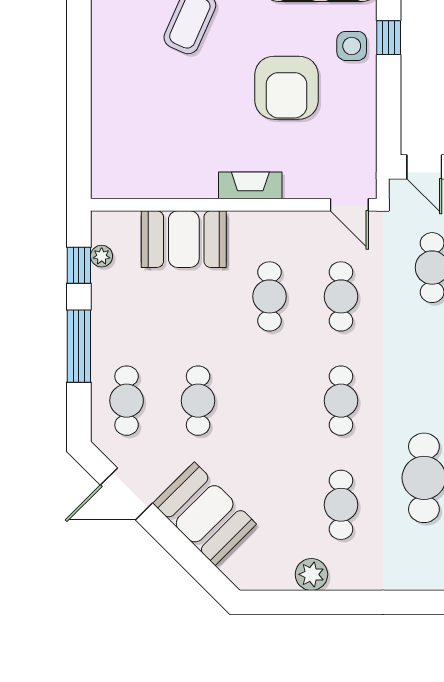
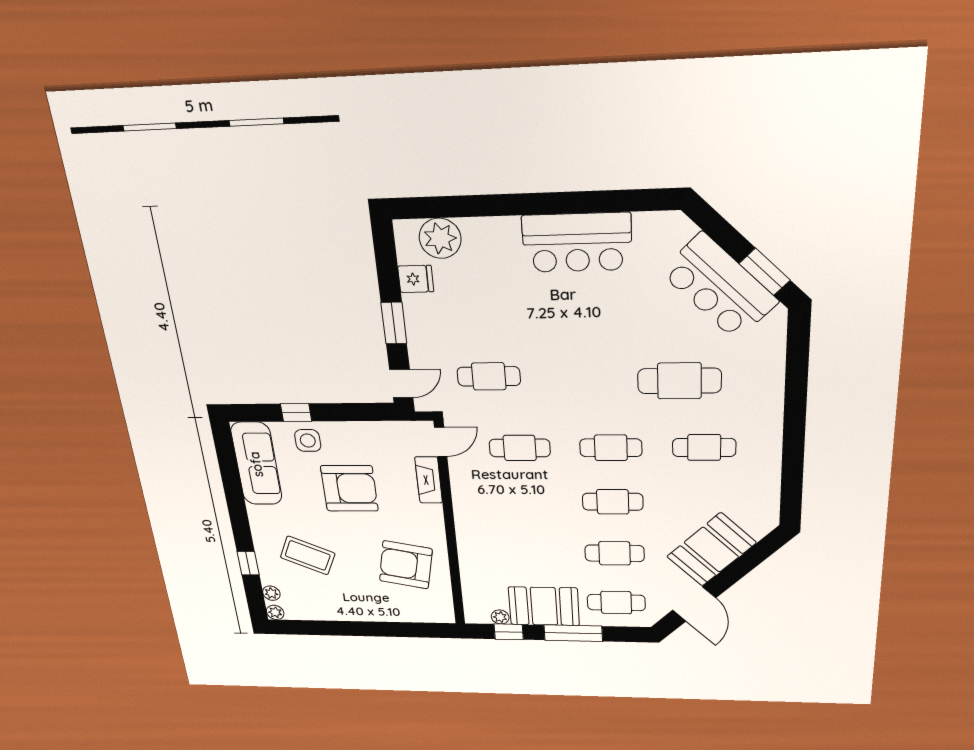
armchair: (178, 144) -> (406, 565), added
fireplace: (250, 185) -> (429, 480), moved
booth: (184, 239) -> (544, 606), moved, turned 90
cafe table: (269, 296) -> (613, 502), moved
plant: (311, 574) -> (767, 470), removed

